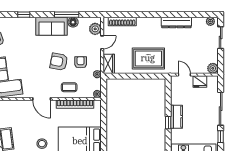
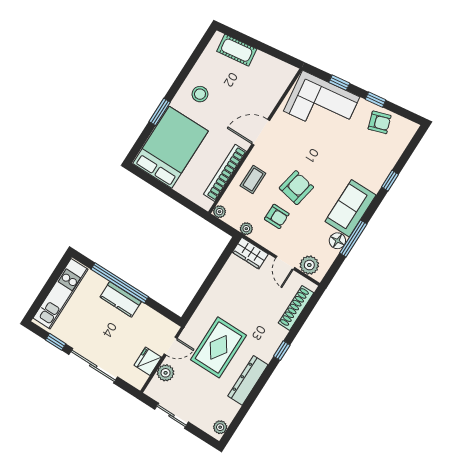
window: (150, 15) -> (282, 351), added
sliding door: (221, 38) -> (172, 416), moved
rug: (148, 58) -> (219, 347), moved
plant: (213, 68) -> (166, 373), moved
window: (168, 123) -> (120, 283), width x3.17

